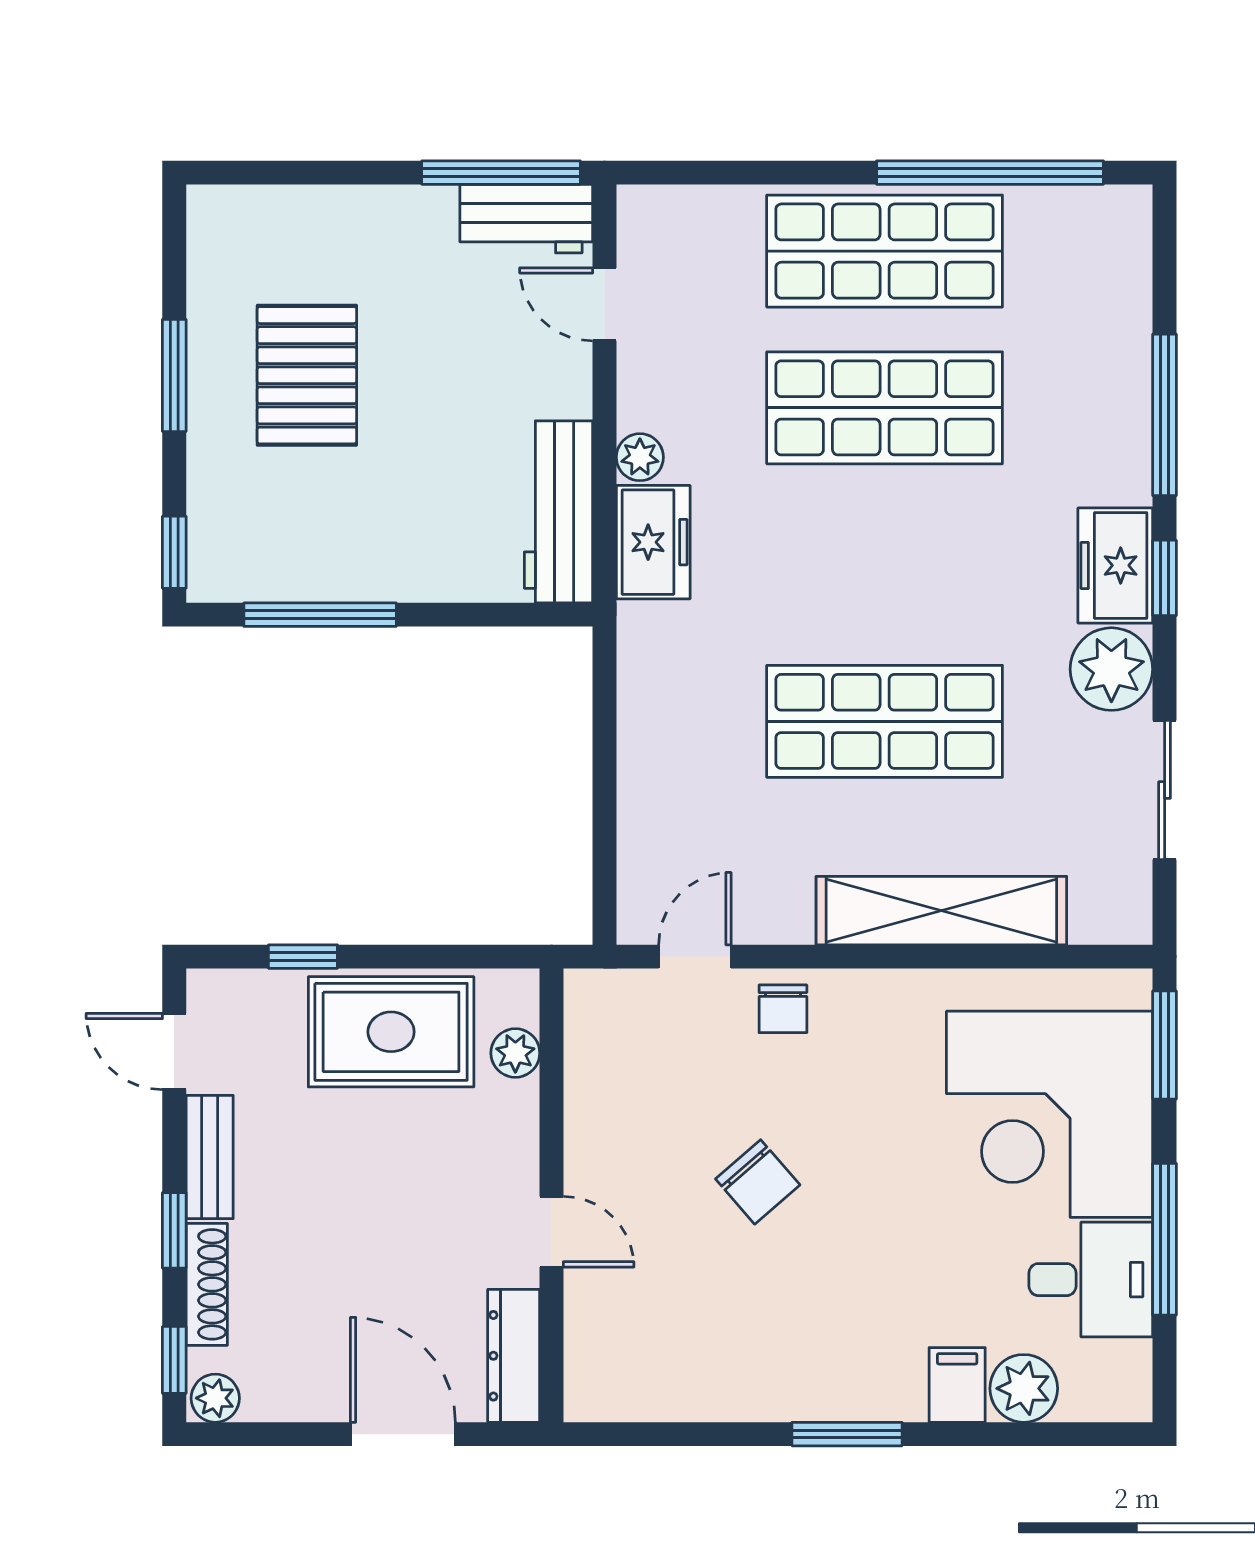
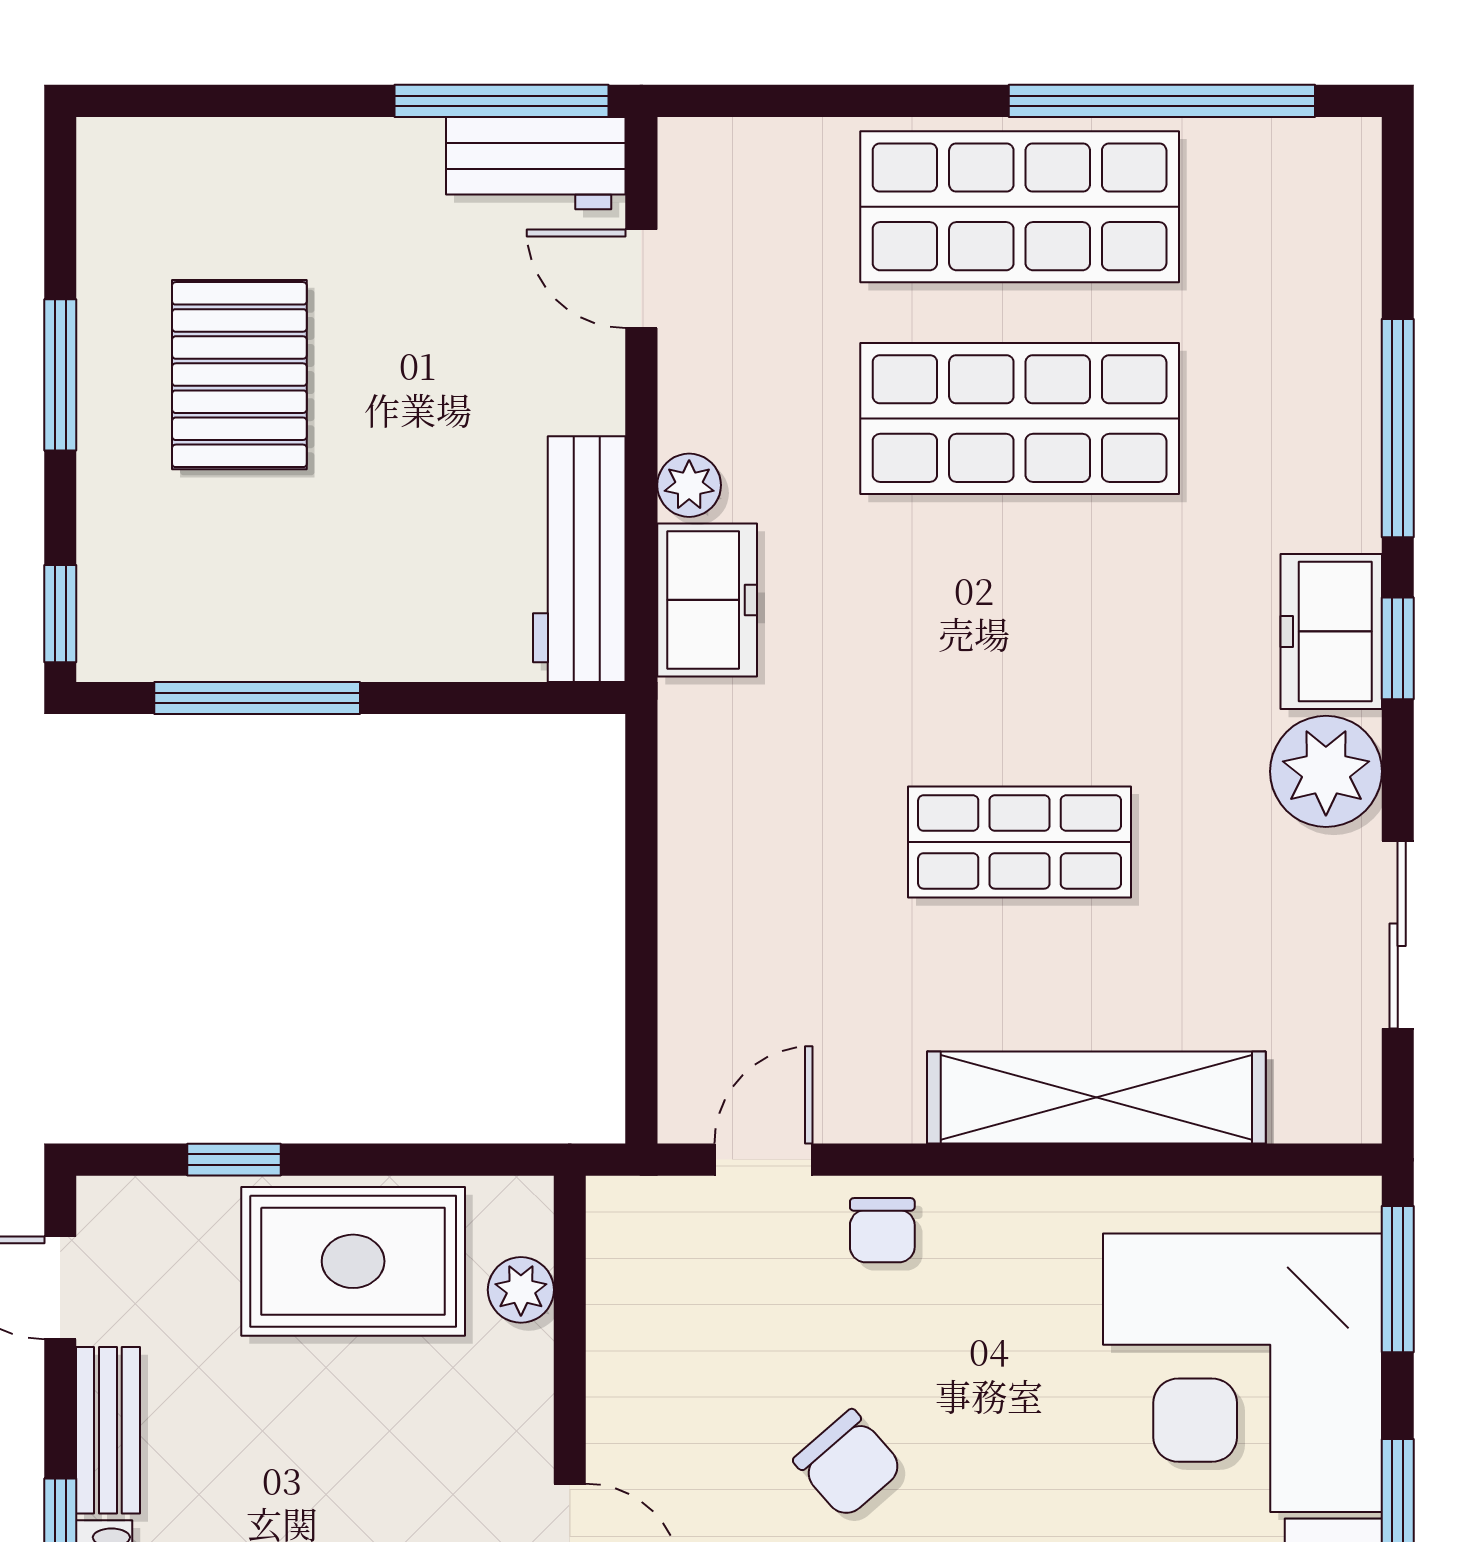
shop shelf: (885, 721) -> (1020, 842), width x0.70, depth x0.74

